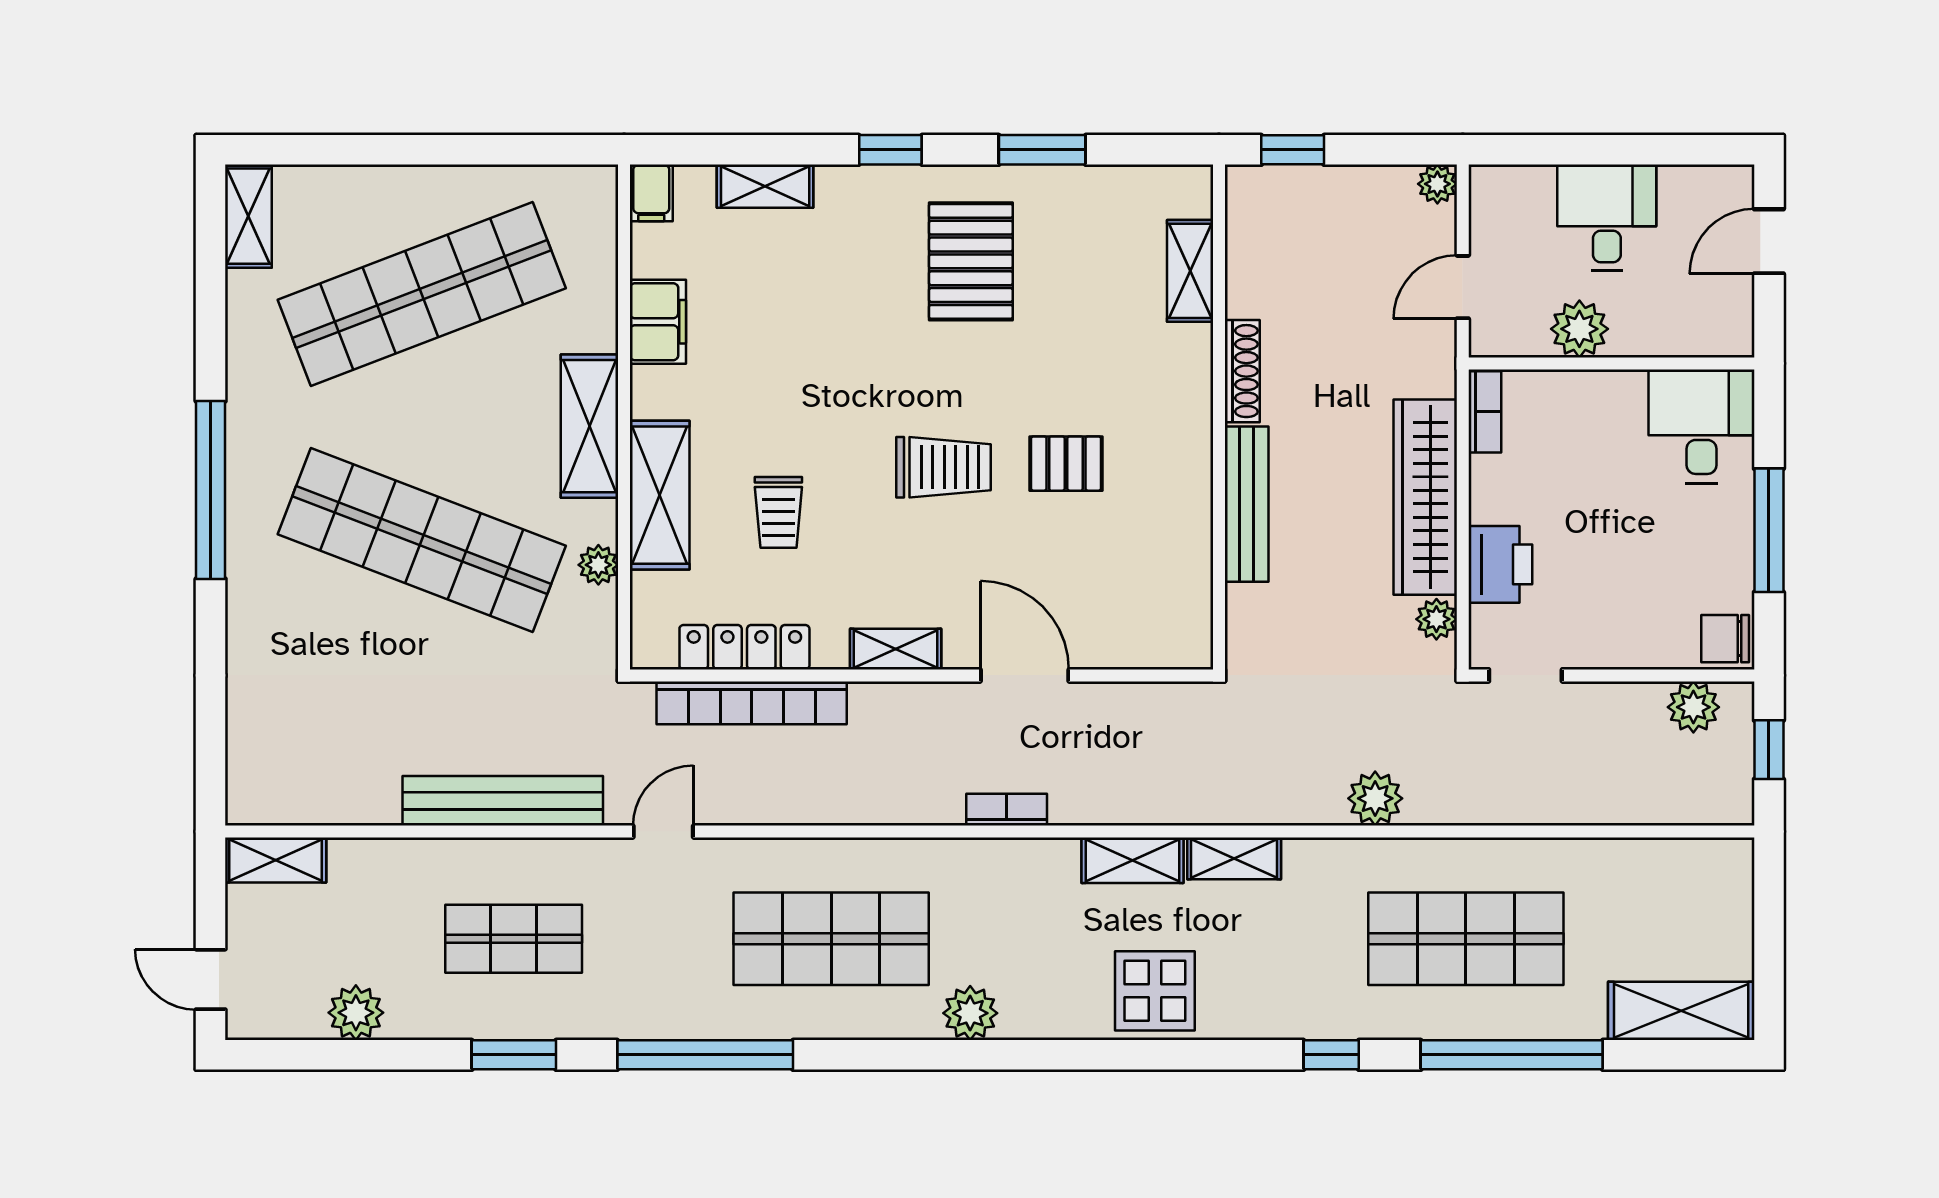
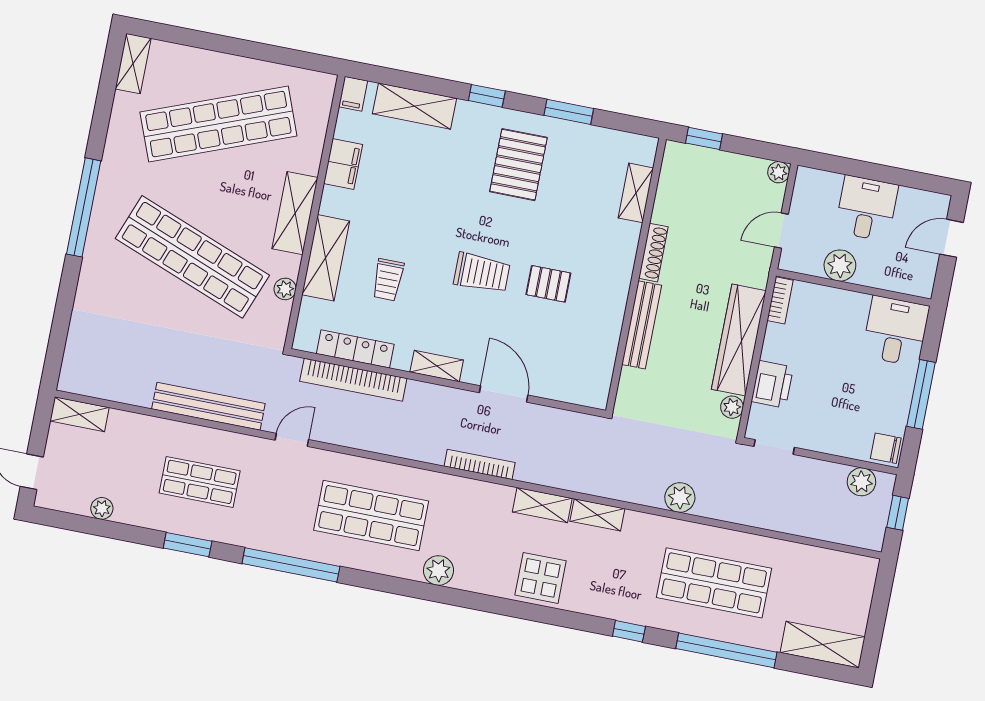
shelving: (765, 186) -> (415, 106), width x1.50, depth x1.33
bookcase: (1007, 810) -> (480, 464), width x1.56
plant: (356, 1013) -> (102, 508), width x0.73, depth x0.73

